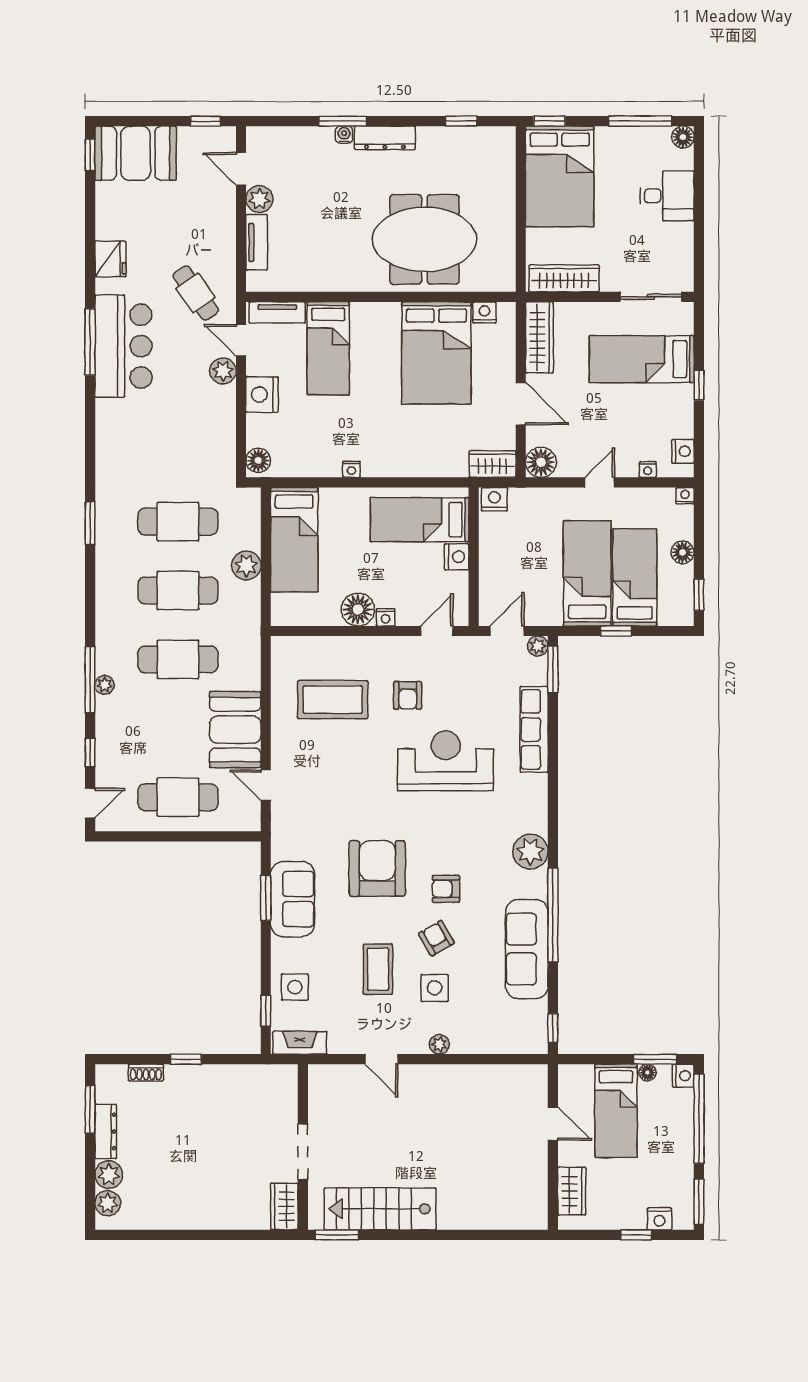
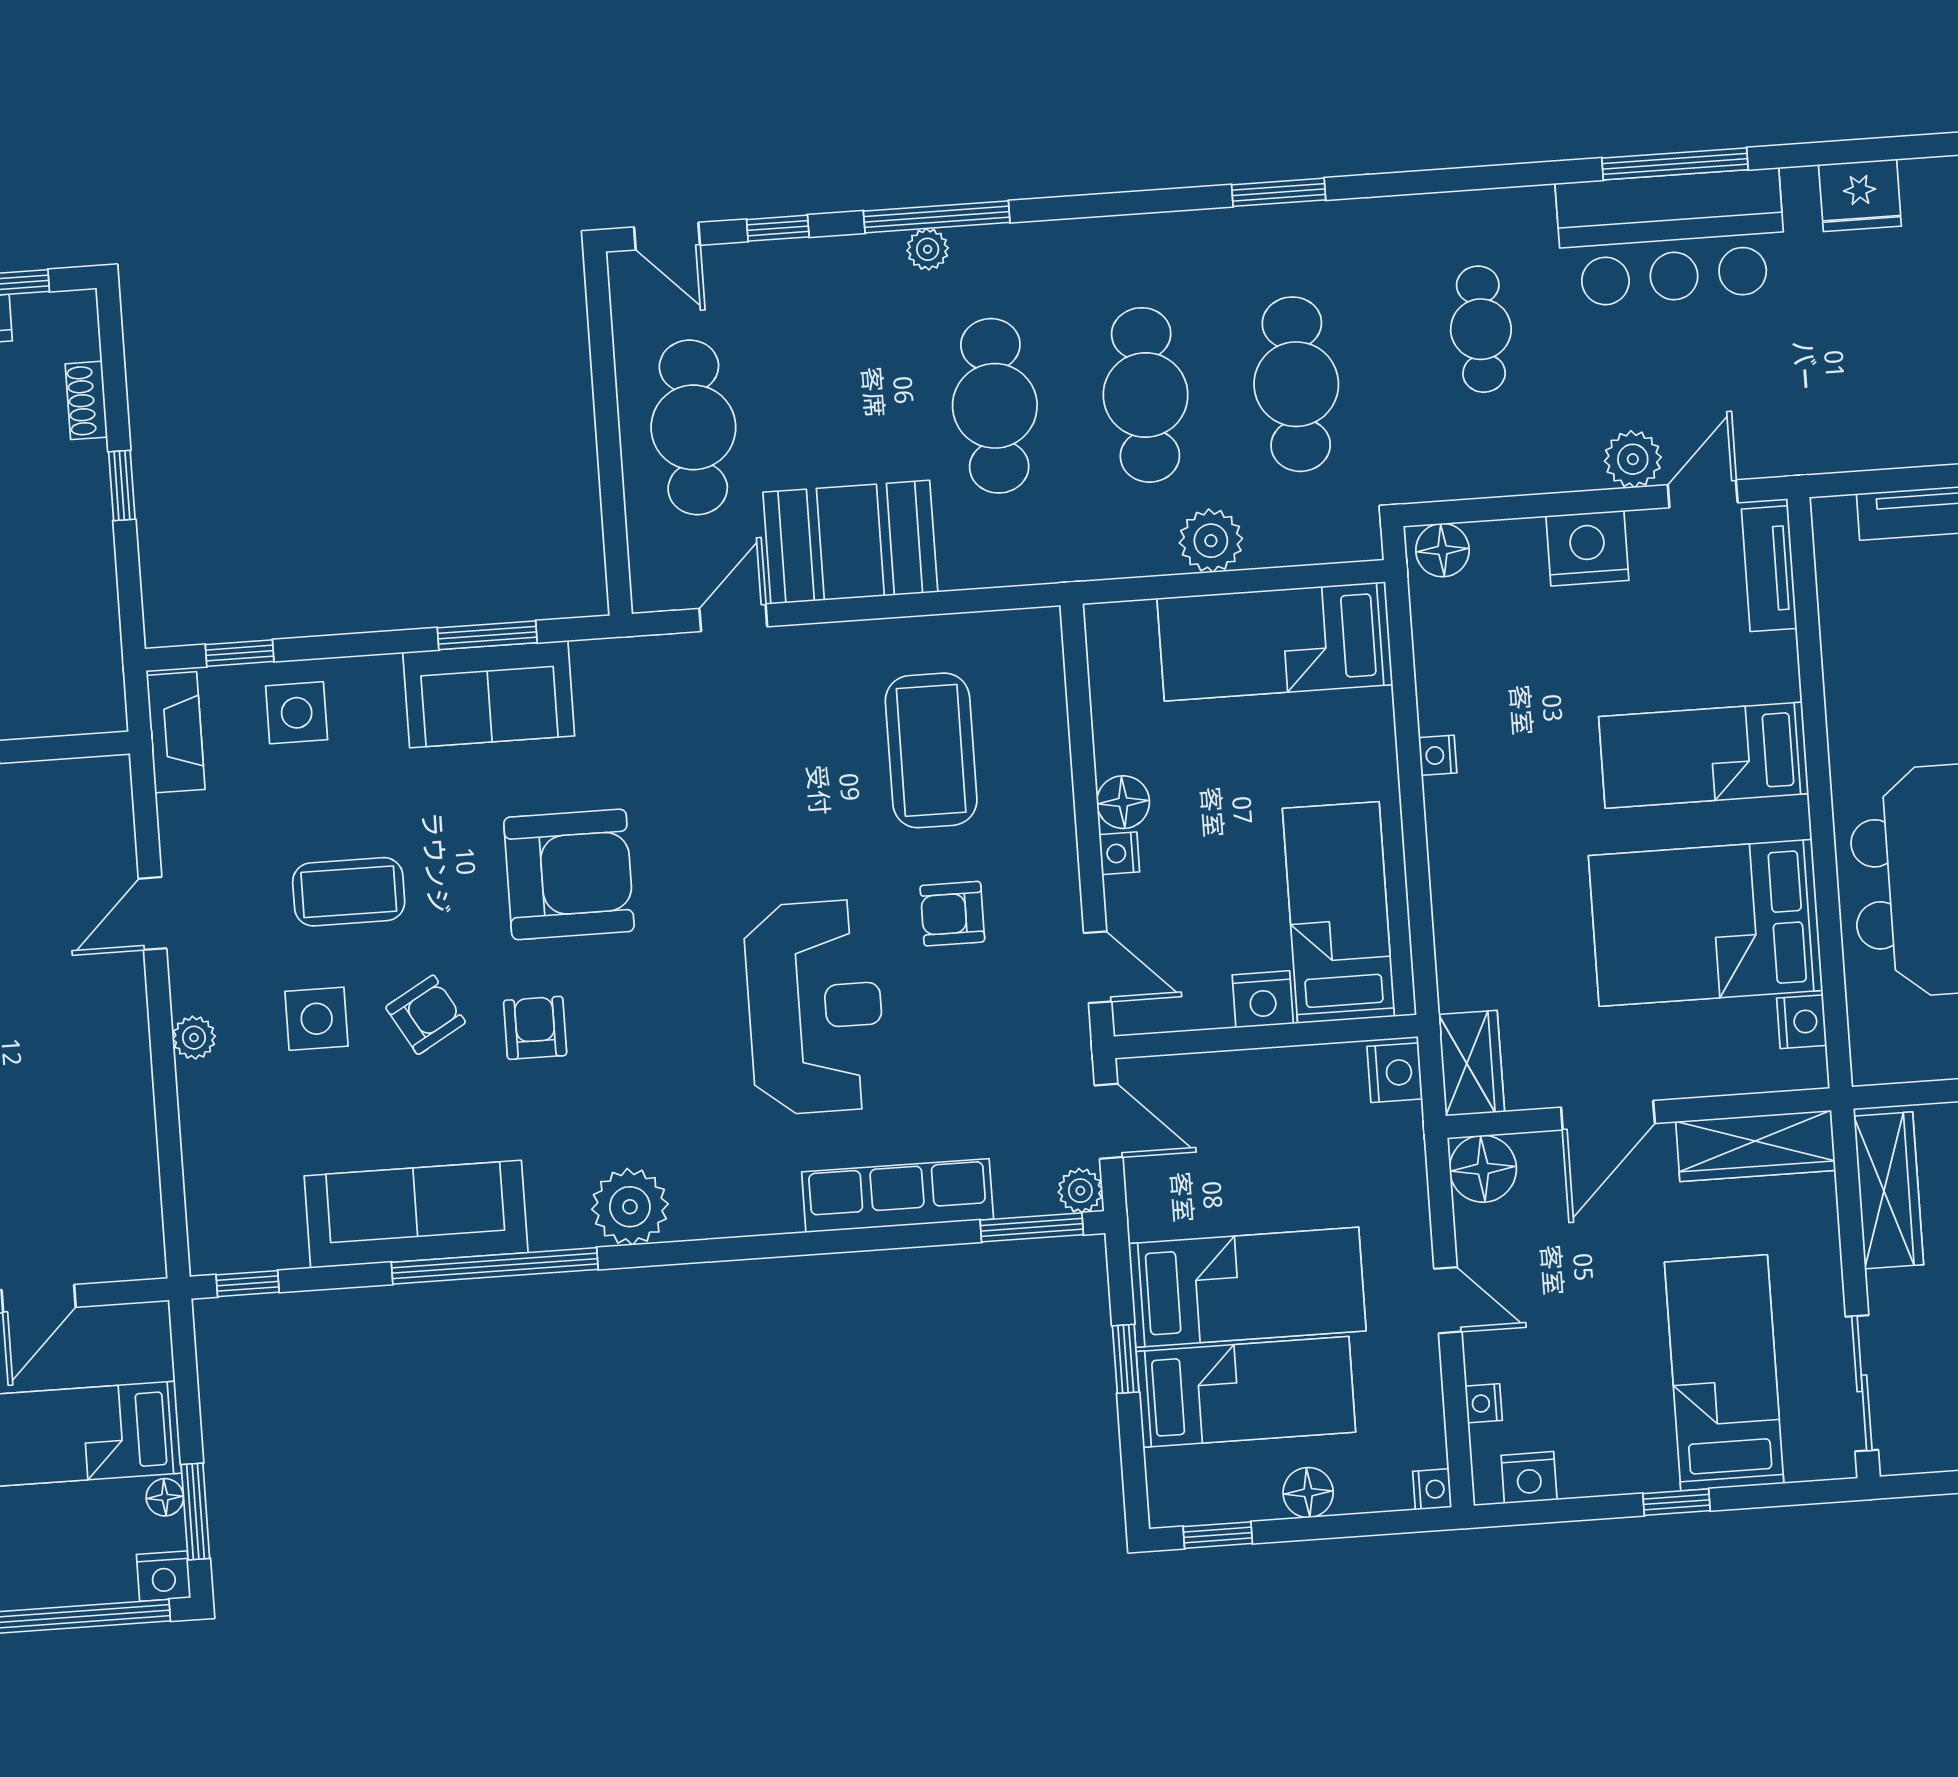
cafe table: (196, 293) -> (1481, 329), moved, turned -55
bed: (328, 348) -> (1704, 755), moved
floor lamp: (358, 609) -> (1123, 802), width x0.73, depth x0.73

